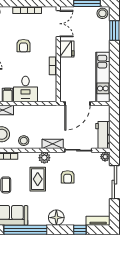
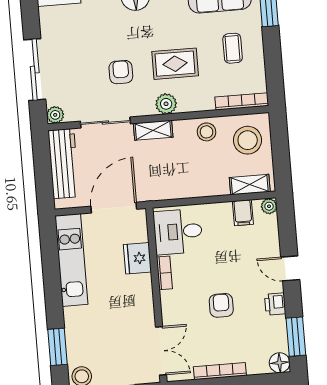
double door: (58, 24) -> (161, 351), swing flipped
fridge: (67, 49) -> (137, 258), moved
desk: (25, 89) -> (178, 232), moved, turned -90
workbench: (103, 135) -> (64, 164), width x1.38
rug: (38, 179) -> (175, 64), turned 90

